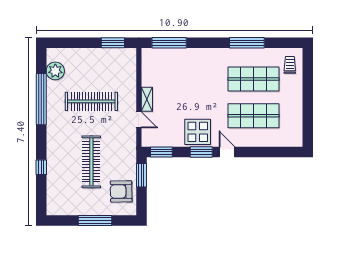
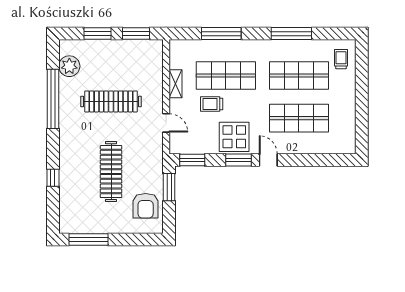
window: (80, 43) -> (98, 34), added
window: (169, 43) -> (221, 34), moved
shop shelf: (190, 79) -> (226, 75), added
shelving: (147, 99) -> (175, 84), moved
trolley: (178, 104) -> (212, 104), added
armchair: (121, 191) -> (146, 206), turned -89
window: (95, 220) -> (89, 239), moved

